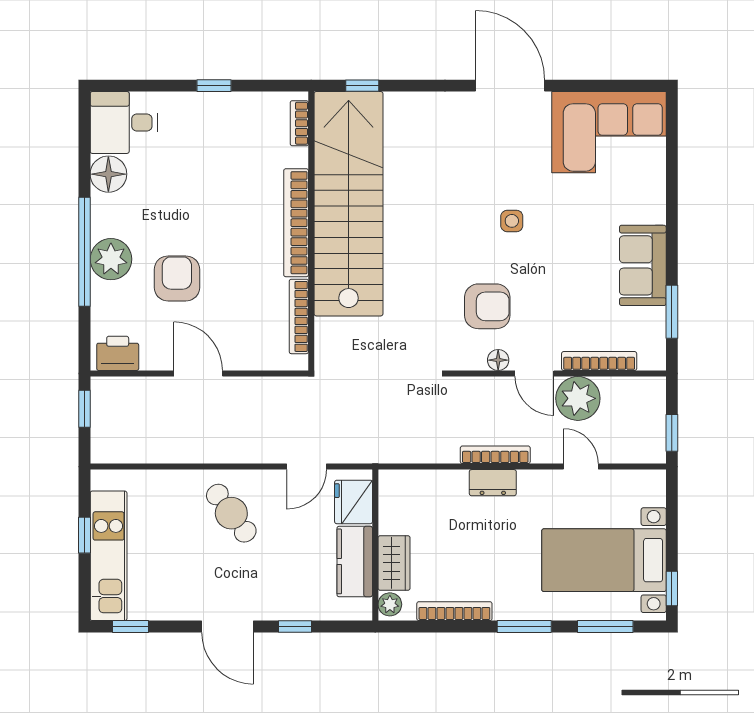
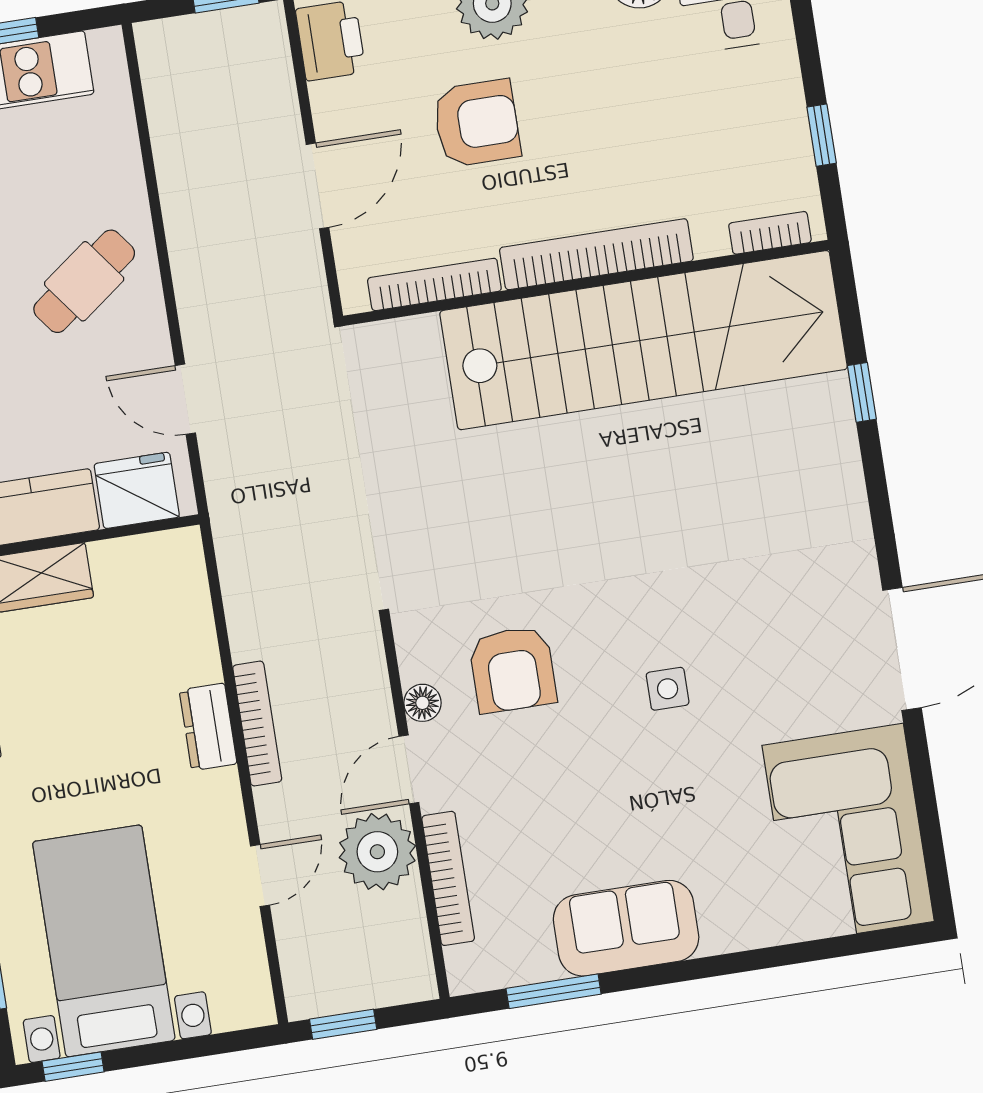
bookcase: (299, 123) -> (770, 233), moved
stairs: (349, 204) -> (644, 340), moved
bookcase: (296, 223) -> (596, 254), moved
wall: (311, 231) -> (586, 283), moved
bookcase: (299, 316) -> (434, 284), moved

